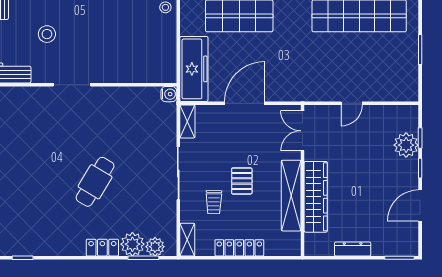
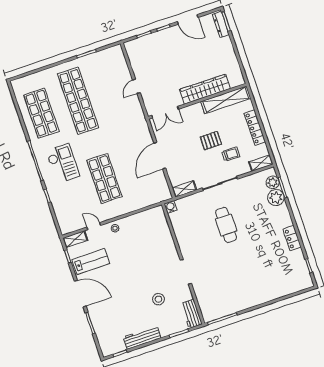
freezer: (194, 69) -> (149, 196), removed
door: (245, 103) -> (160, 156), hinge flipped
door: (352, 103) -> (136, 86), swing flipped
plant: (406, 145) -> (152, 42), removed
cafe table: (95, 182) -> (226, 225), moved, turned 59
shelving: (291, 196) -> (226, 100), moved
locker: (102, 248) -> (292, 238), moved
dresser: (353, 249) -> (221, 24), moved

